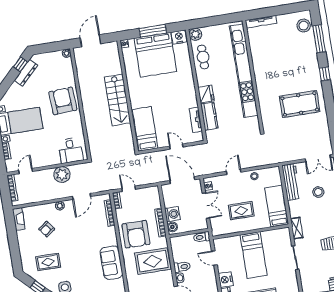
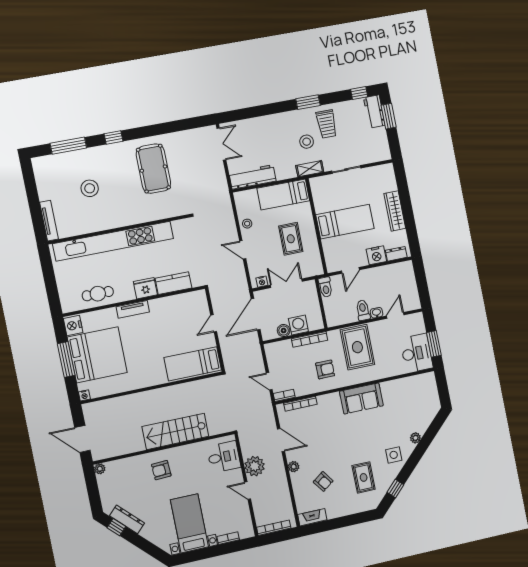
stool: (304, 26) -> (90, 188), moved
plant: (195, 34) -> (69, 305), removed
stairs: (118, 100) -> (175, 431), moved, turned 180
armchair: (63, 101) -> (161, 470), width x0.53, depth x0.53
tv unit: (196, 120) -> (133, 309), moved
door: (26, 171) -> (248, 491), moved
door: (129, 189) -> (269, 381), hinge flipped
stool: (318, 192) -> (307, 142), moved
boiler: (172, 227) -> (284, 331), moved
armchair: (136, 234) -> (325, 369), width x0.53, depth x0.53

